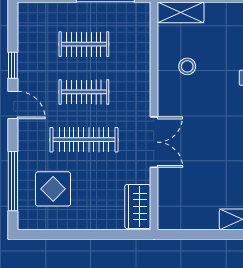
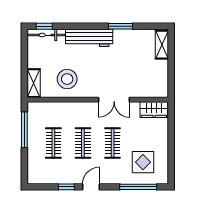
stool: (187, 66) -> (67, 79), width x1.89, depth x1.89
clothes rail: (84, 140) -> (113, 143), width x0.73
double door: (154, 142) -> (114, 100), swing flipped

